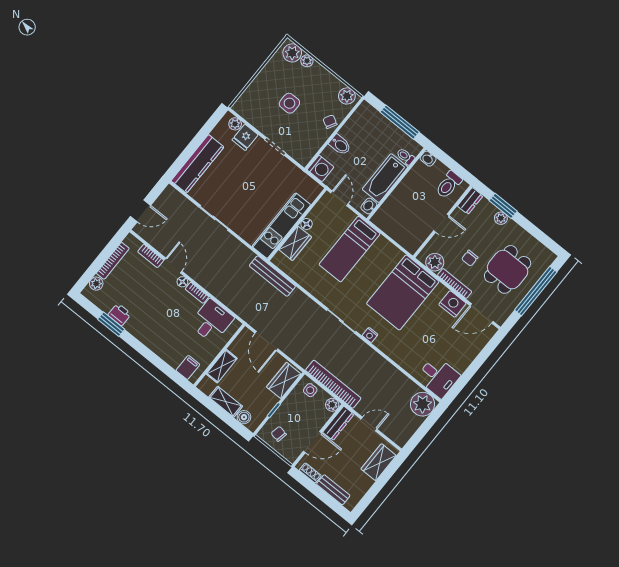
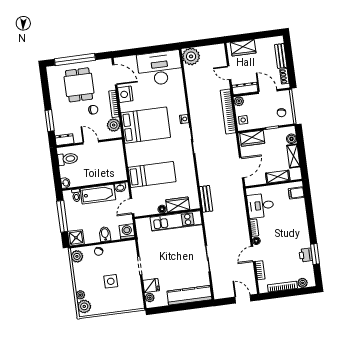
shower: (366, 114) -> (76, 238), added
plant: (501, 218) -> (57, 115), removed
dining table: (508, 269) -> (79, 85), turned 90
bench: (272, 276) -> (206, 199), width x0.73
desk: (438, 377) -> (160, 68), width x1.87, depth x1.30

